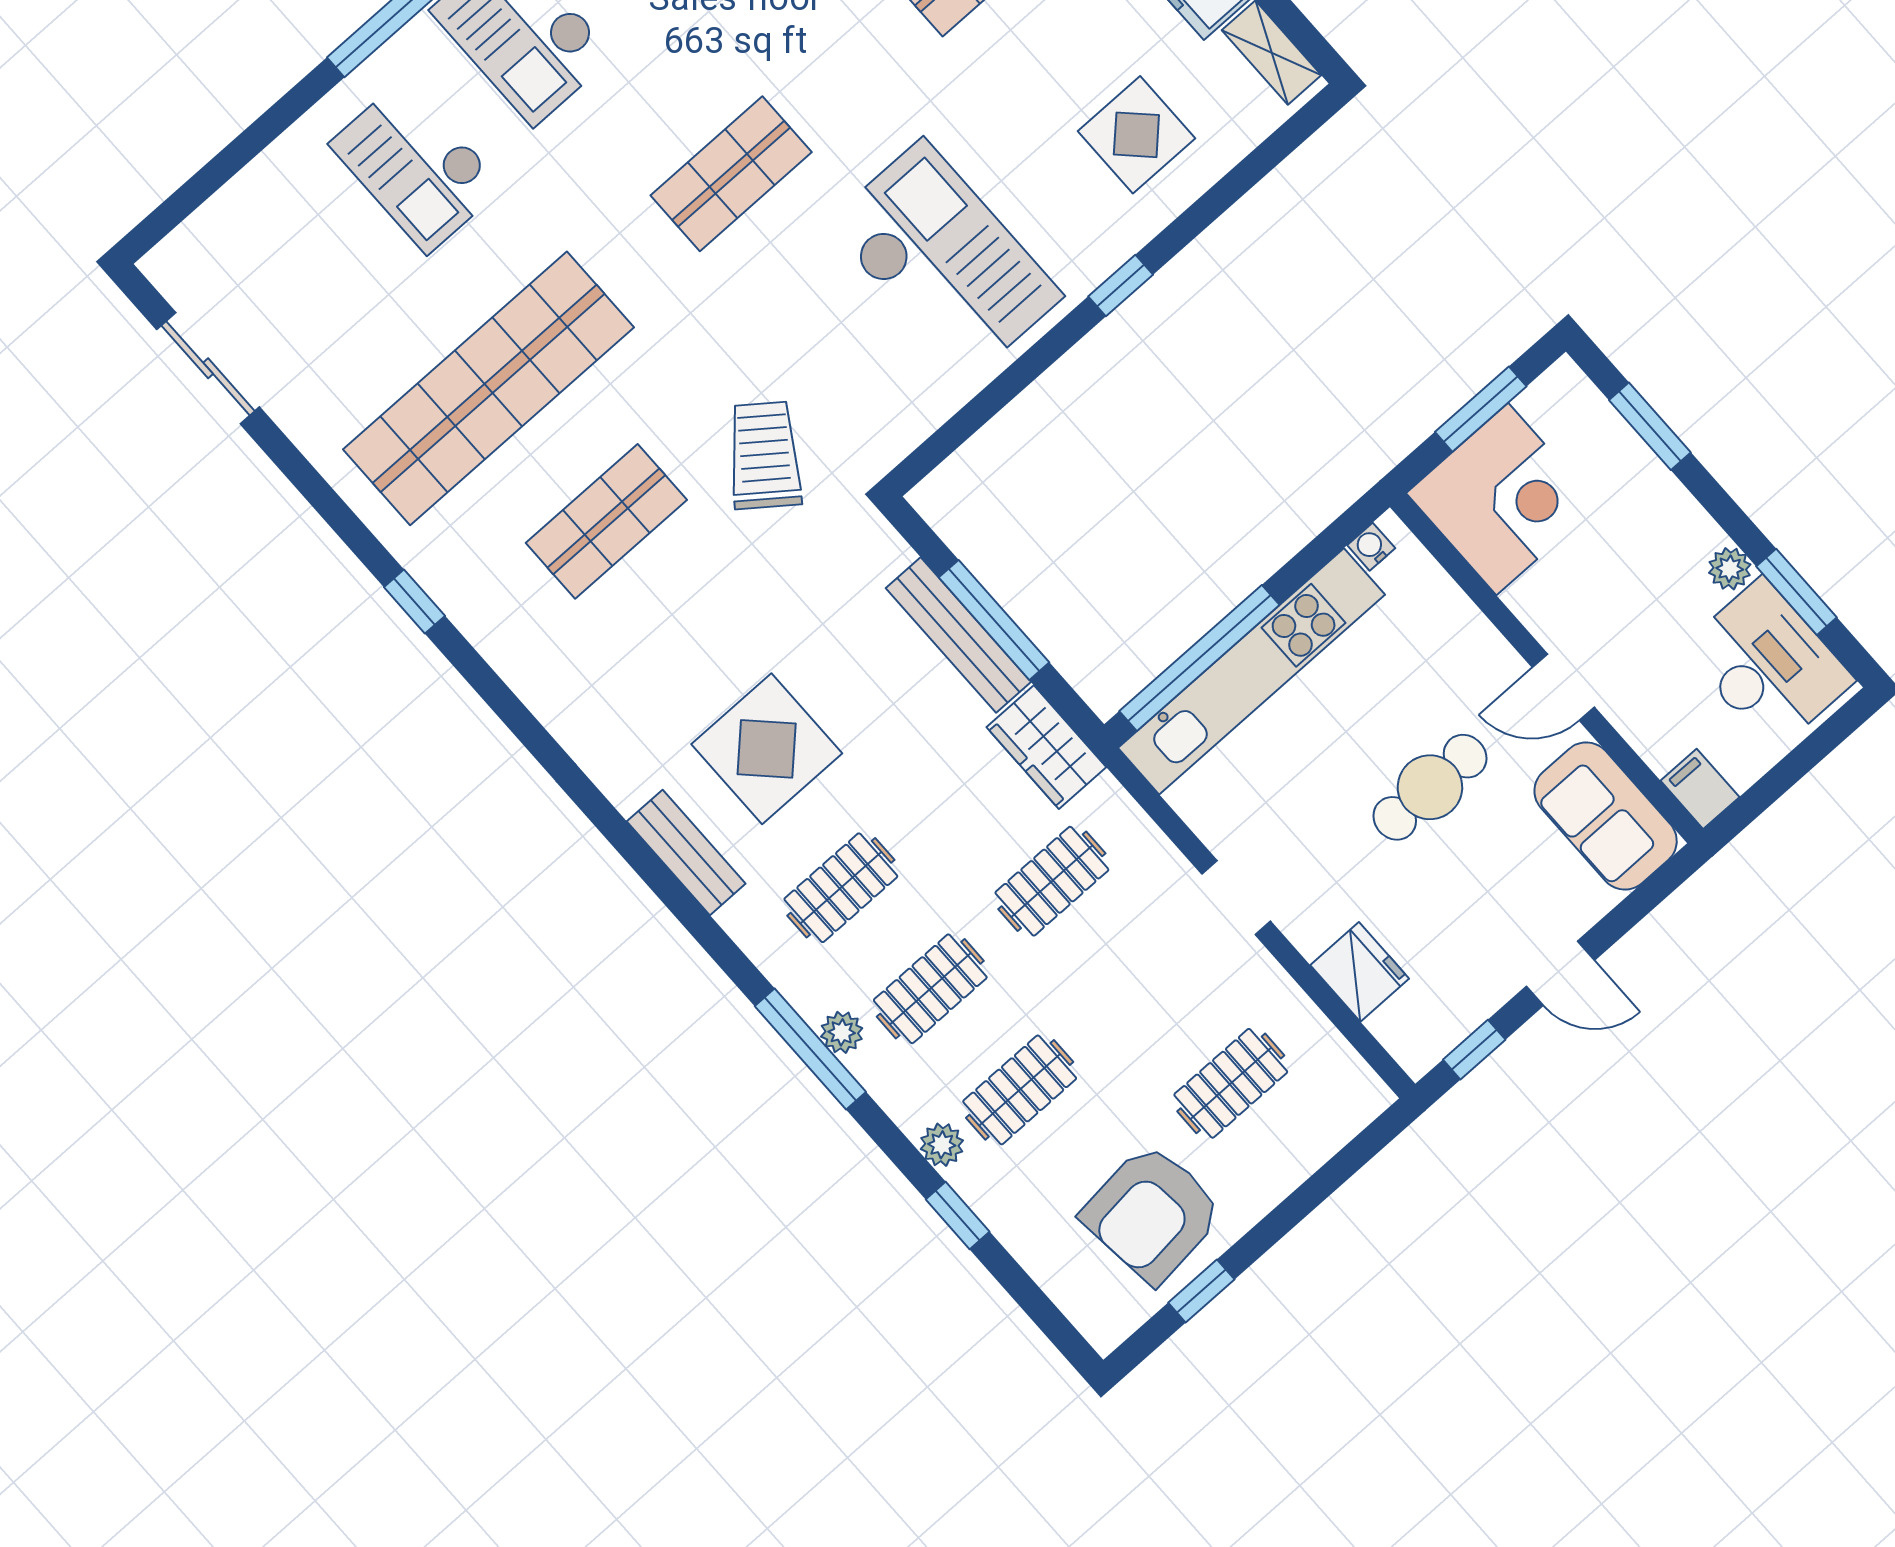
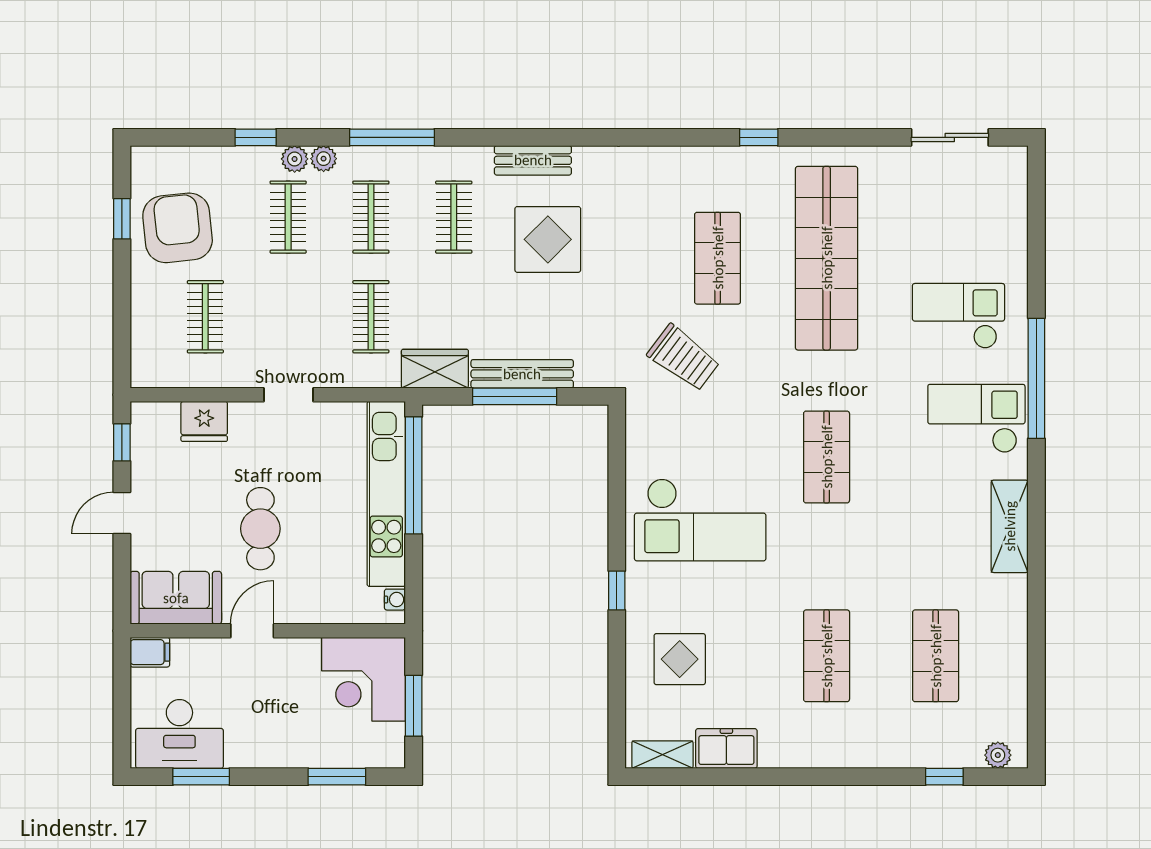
plant: (1730, 569) -> (239, 755), removed
plant: (842, 1032) -> (324, 159), moved

